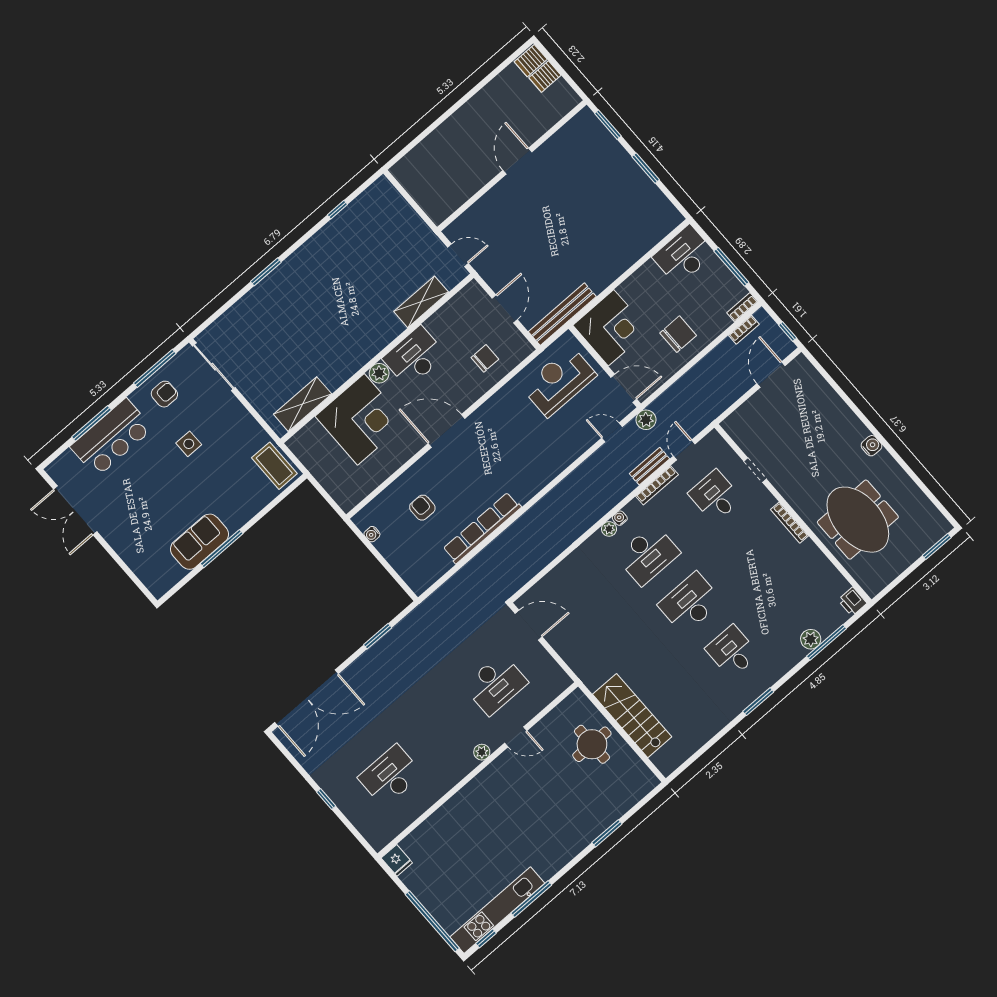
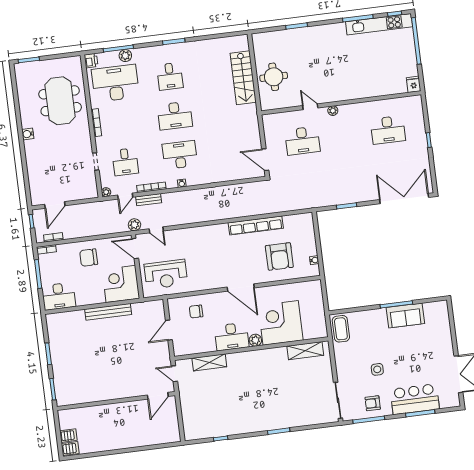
door: (517, 161) -> (158, 396), moved
bench: (562, 314) -> (108, 312), moved
armchair: (422, 508) -> (279, 256), width x1.88, depth x1.88
plant: (609, 529) -> (106, 192), moved
desk: (799, 593) -> (115, 83), added
desk: (496, 684) -> (302, 141), turned 180

